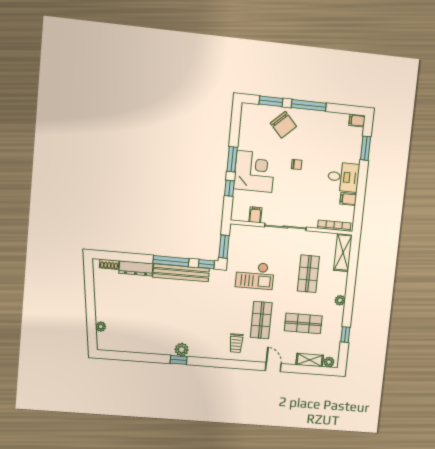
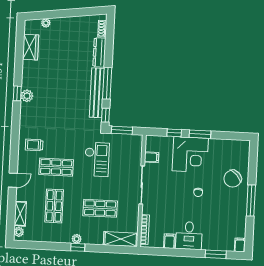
window: (271, 101) -> (253, 166), removed
checkout: (255, 275) -> (97, 159), turned 180
window: (345, 335) -> (78, 247), moved
wardrobe: (128, 344) -> (31, 47), added

